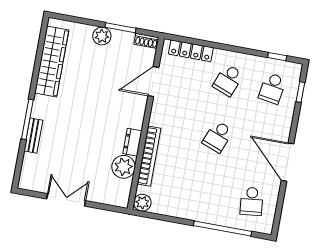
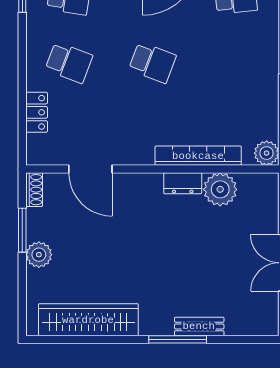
locker: (191, 51) -> (37, 112), width x0.66

